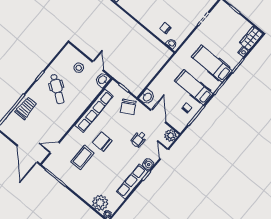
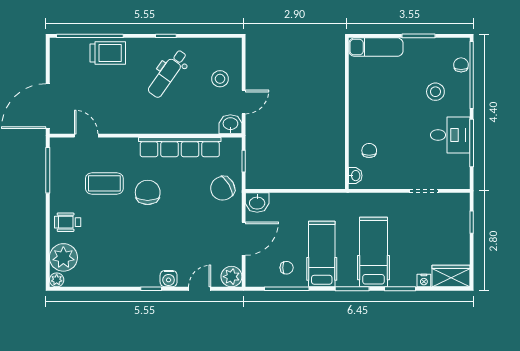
wheelchair: (139, 139) -> (68, 222), moved
row of seats: (132, 182) -> (127, 277), removed

